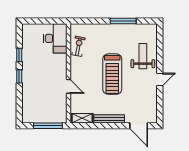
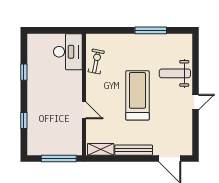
weight bench: (143, 56) -> (175, 73), turned -90
treadmill: (112, 74) -> (137, 95), turned 180
window: (19, 76) -> (24, 121), moved

